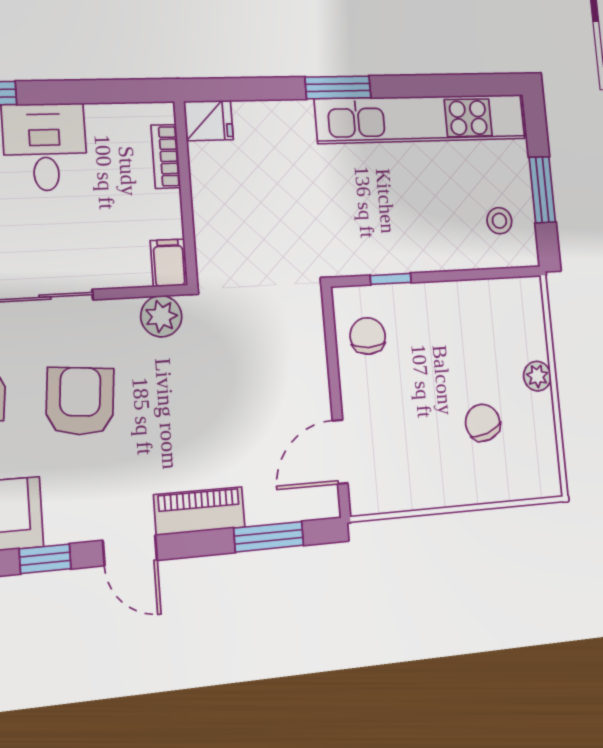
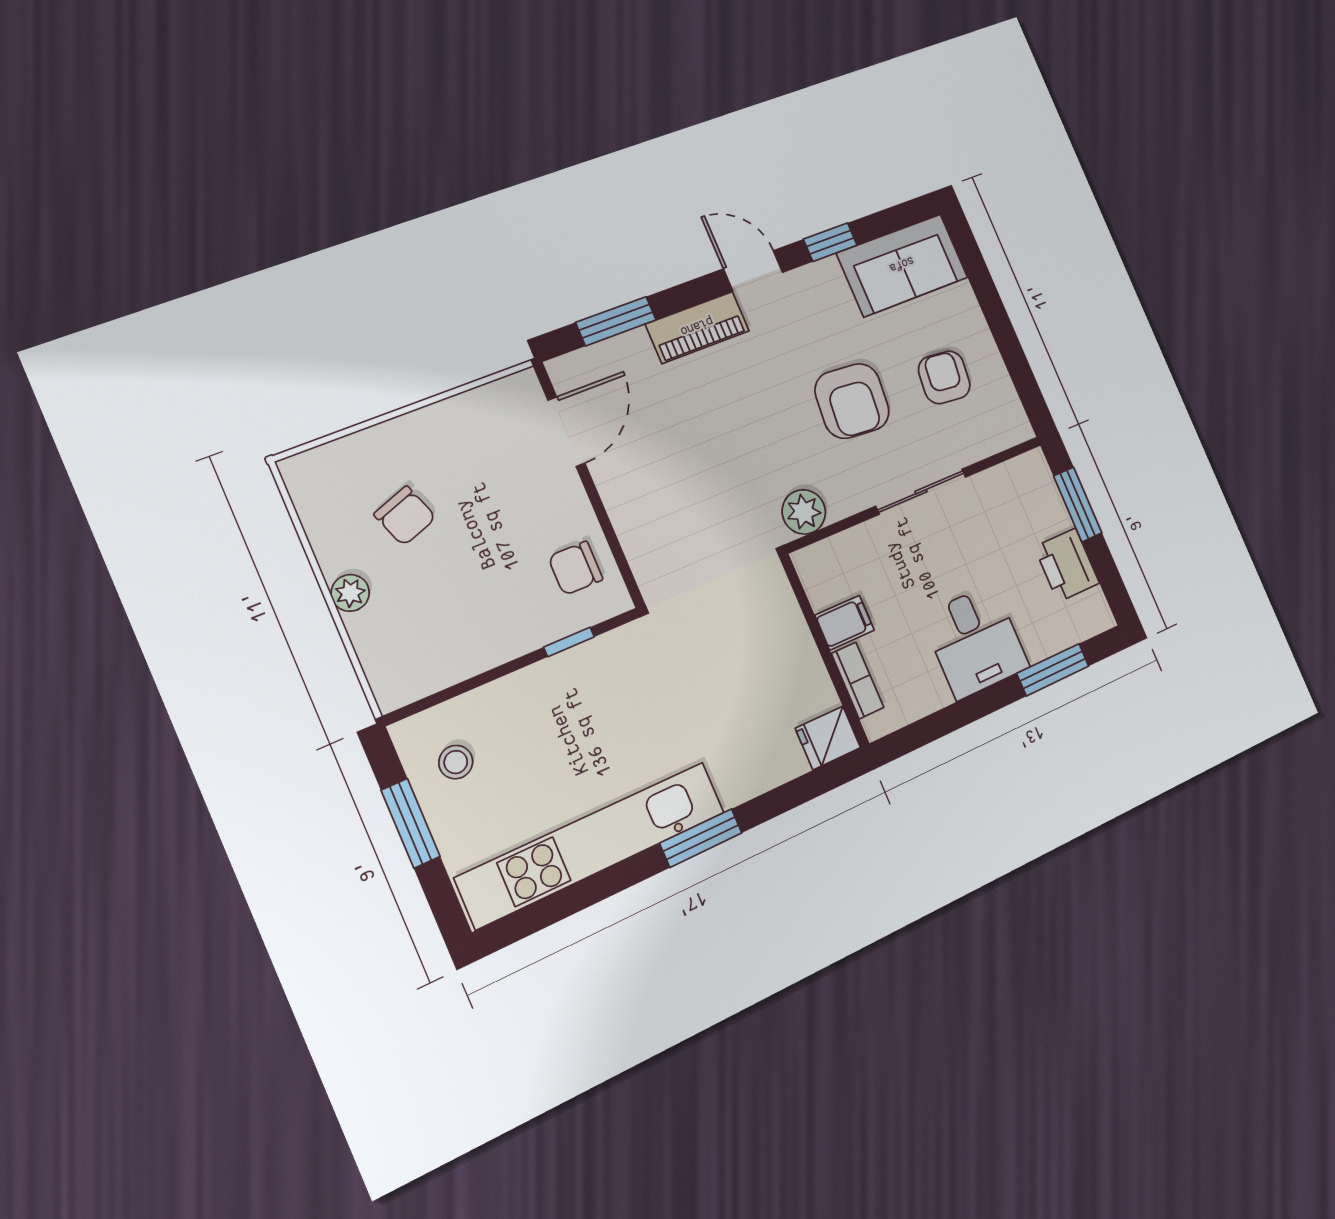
filing cabinet: (169, 263) -> (845, 623), moved, turned -90
chair: (368, 336) -> (575, 568), turned 90

